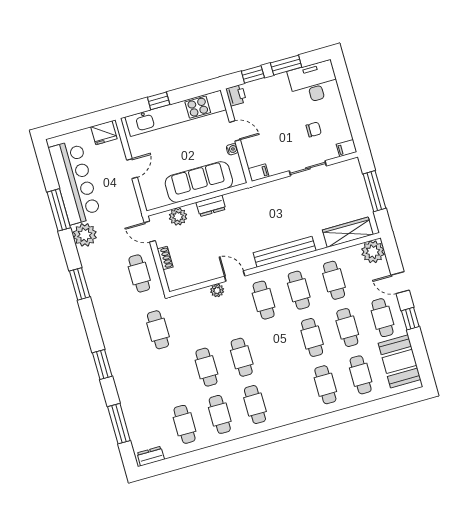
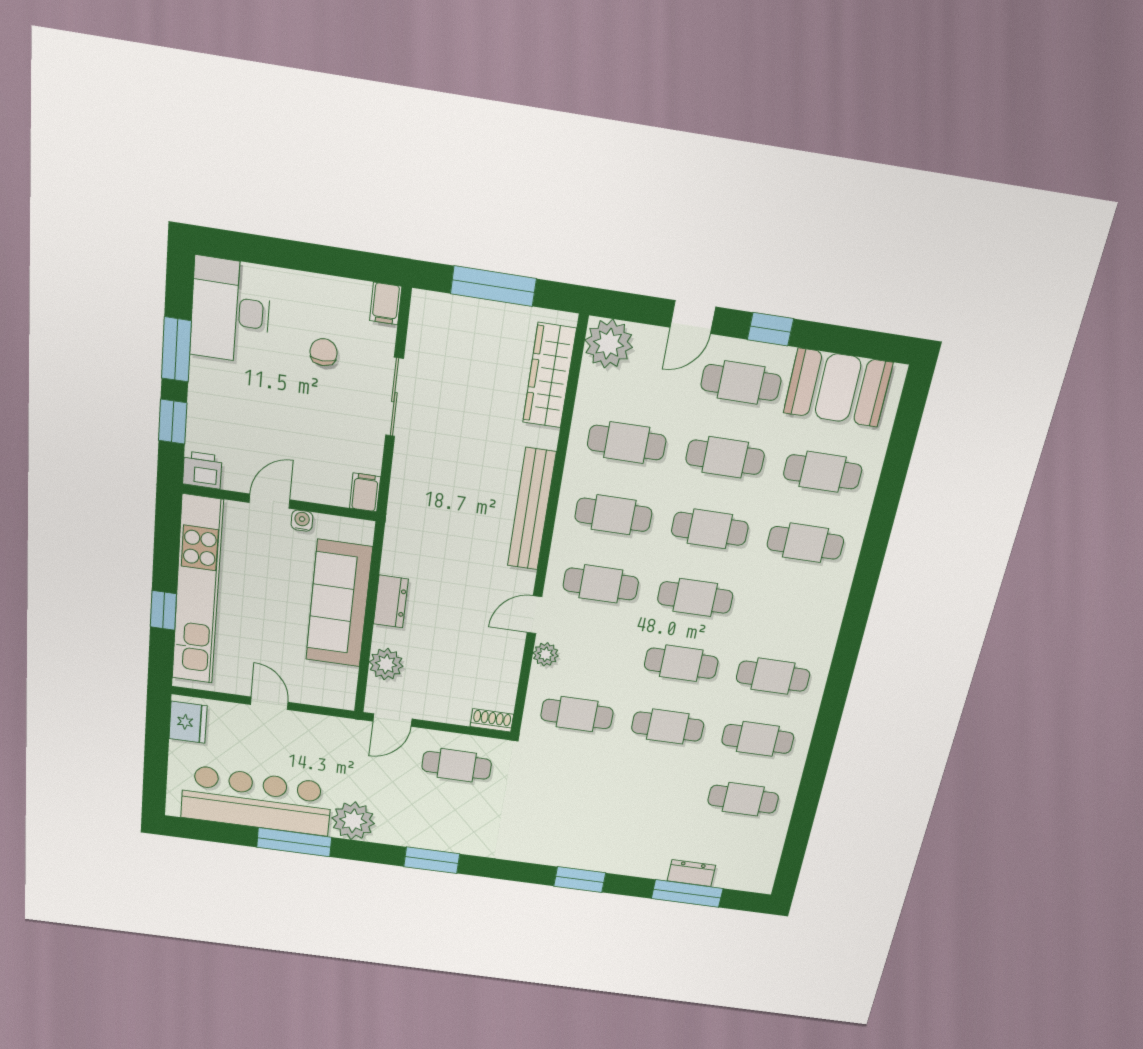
shoe rack: (165, 258) -> (492, 720), moved
cafe table: (158, 330) -> (577, 714), moved
cafe table: (277, 347) -> (695, 597), added
dresser: (151, 456) -> (691, 873), moved, turned 90

